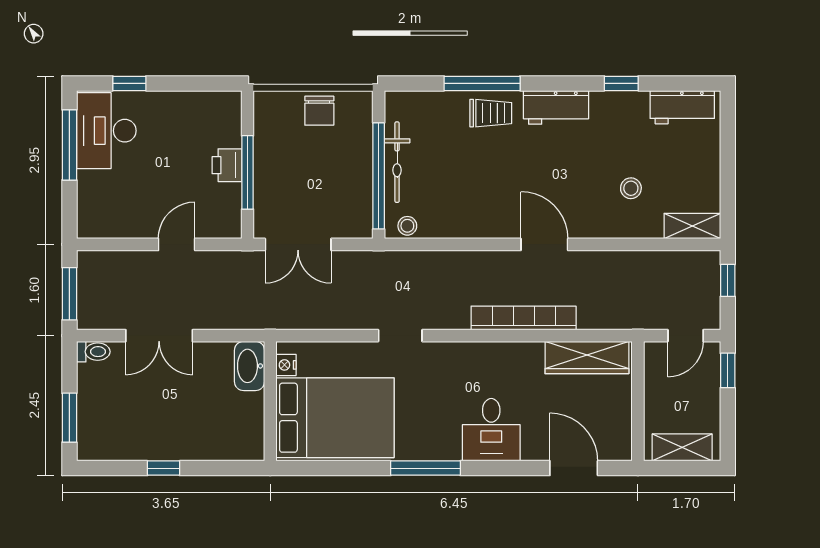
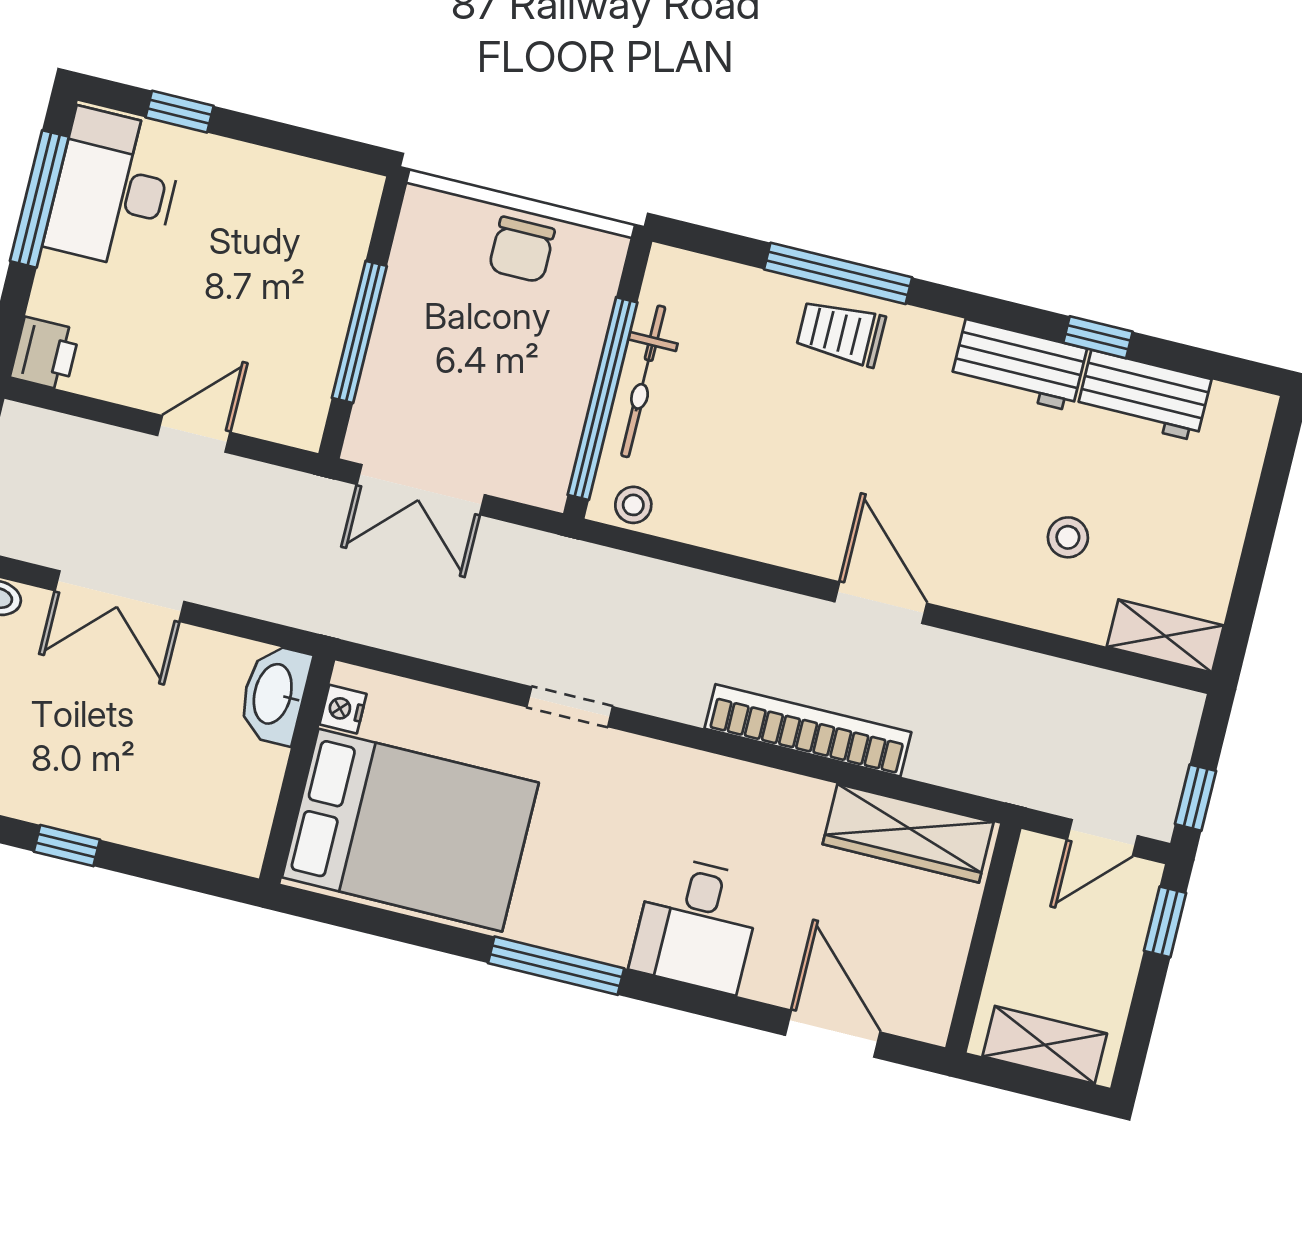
workbench: (556, 107) -> (1019, 365), moved
workbench: (682, 107) -> (1144, 395), moved
trolley: (491, 113) -> (841, 333), turned 180
printer: (227, 165) -> (45, 354), moved, turned 180
window: (728, 280) -> (1196, 798), moved

